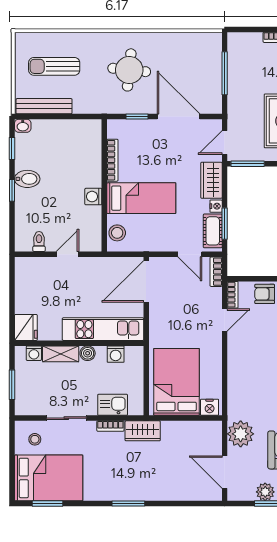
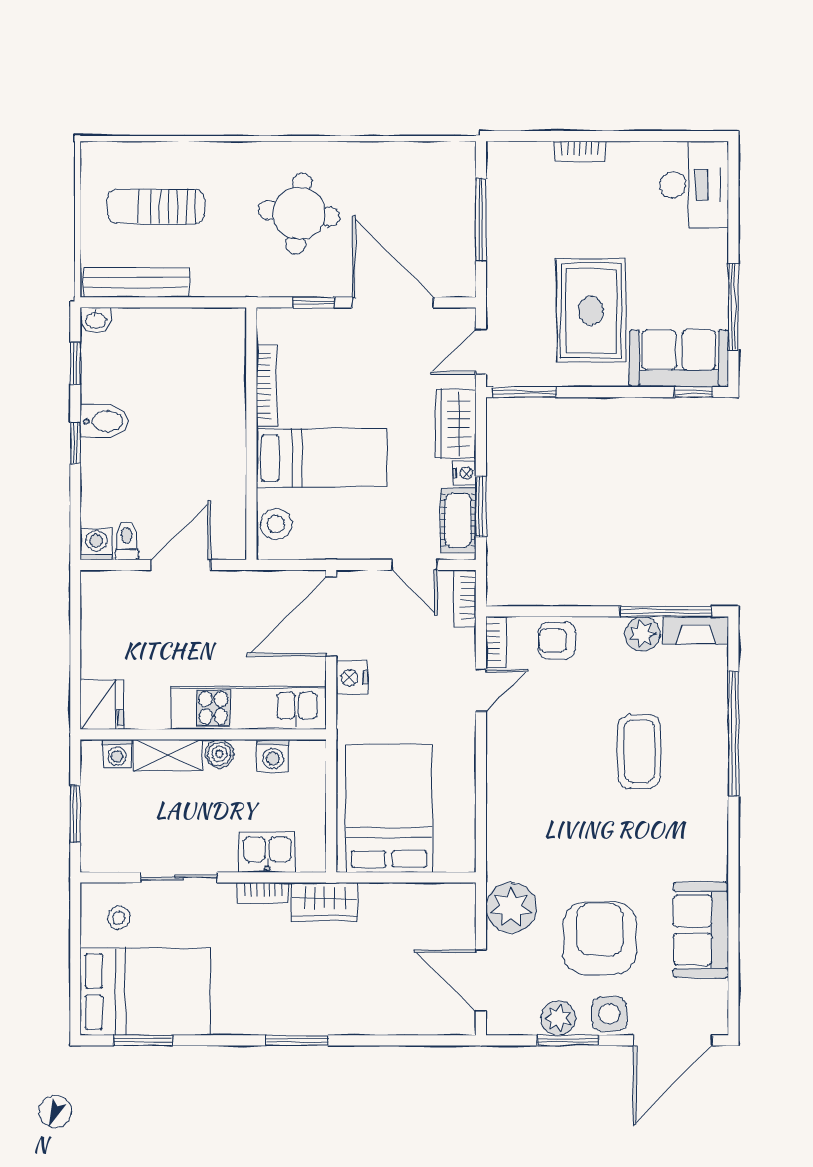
washing machine: (93, 197) -> (96, 544), moved, turned 90
door: (67, 254) -> (181, 565), width x1.38
nightstand: (210, 407) -> (352, 678), moved, turned 90

